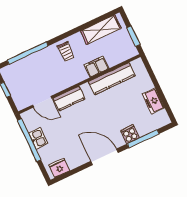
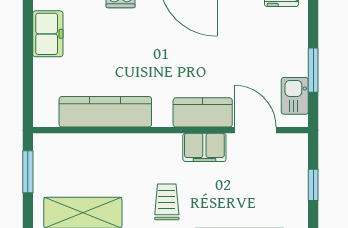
filing cabinet: (97, 67) -> (204, 147), moved
kitchen sink: (38, 138) -> (295, 96), moved
window: (29, 140) -> (313, 70), width x0.47

